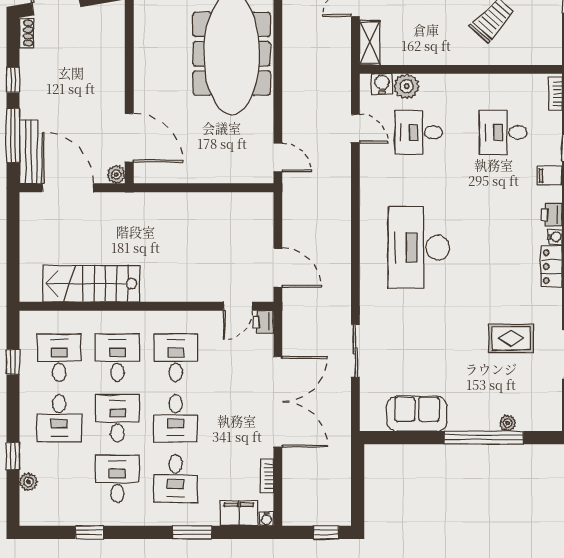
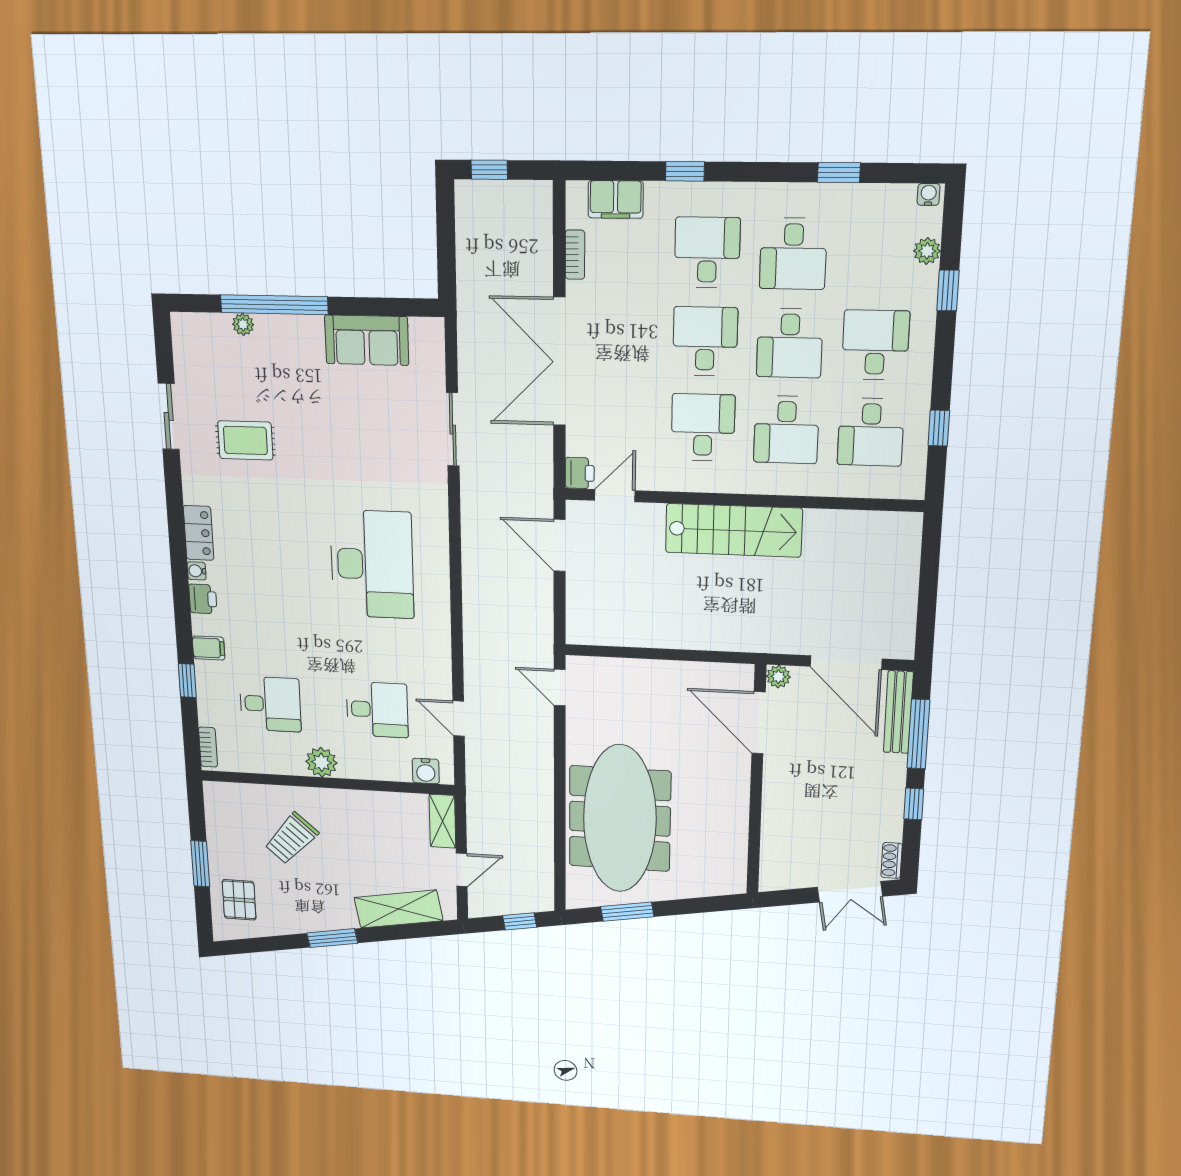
plant: (407, 86) -> (321, 762), moved
stairs: (91, 284) -> (734, 530), moved
desk: (176, 358) -> (703, 427), turned 180
water cooler: (266, 519) -> (929, 194), moved
window: (192, 532) -> (685, 171), width x0.67

